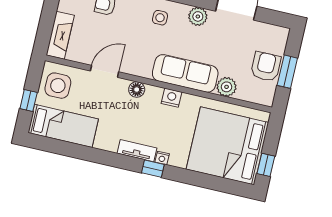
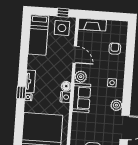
sofa: (185, 73) -> (82, 98), width x0.73
plant: (227, 87) -> (81, 77), moved
floor lamp: (137, 90) -> (66, 86), moved
window: (29, 101) -> (63, 13), moved

